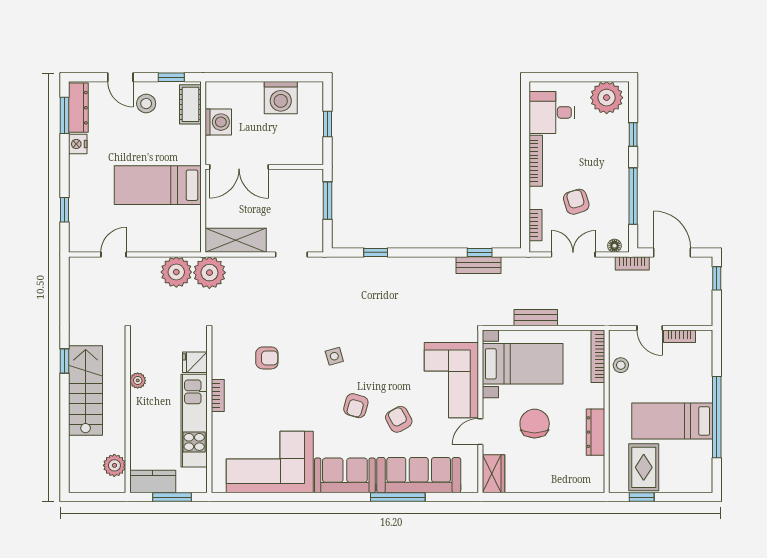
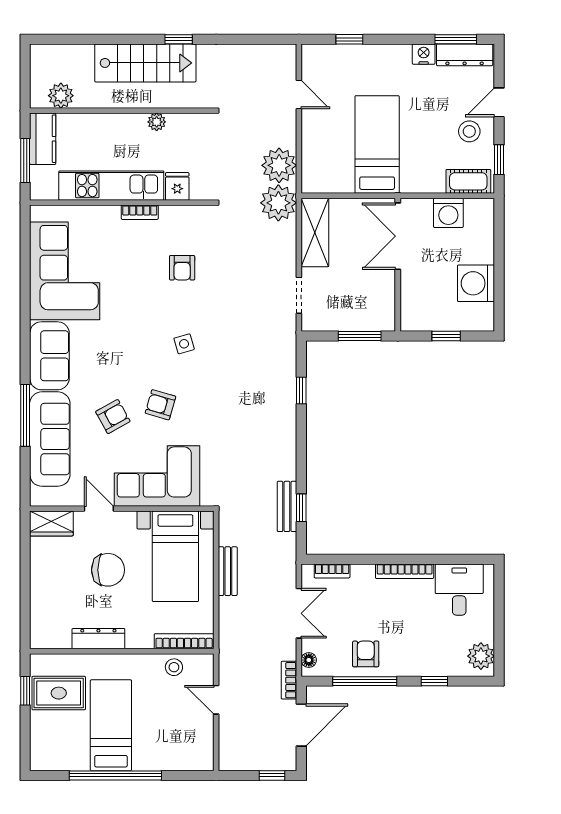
plant: (607, 98) -> (481, 656), width x0.73, depth x0.73
armchair: (576, 202) -> (366, 654), moved, turned -73
door: (650, 328) -> (216, 700), hinge flipped
bookcase: (680, 336) -> (207, 733), removed
armchair: (356, 406) -> (160, 405), moved

